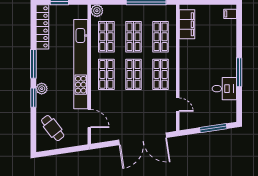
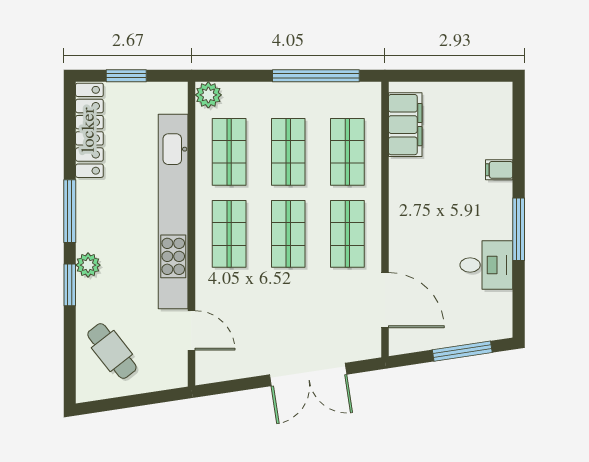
filing cabinet: (230, 14) -> (499, 170), moved
door: (178, 105) -> (385, 300), width x1.88
double door: (143, 139) -> (308, 374), width x0.73

